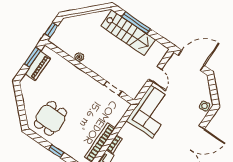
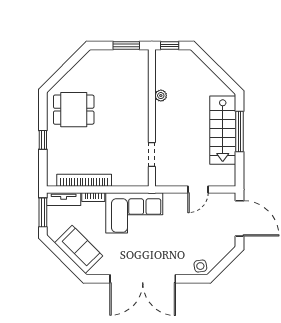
piano: (38, 66) -> (121, 57), removed
corner sofa: (151, 111) -> (134, 213), moved

